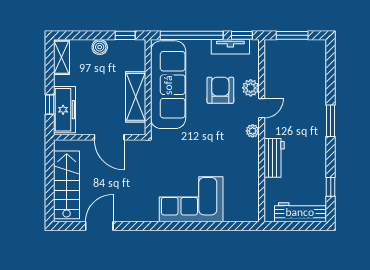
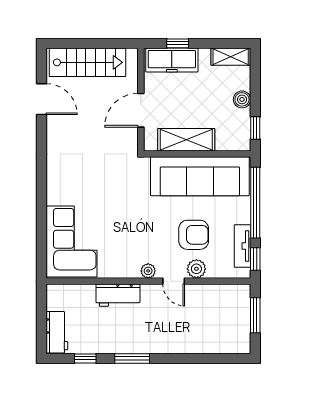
window: (331, 121) -> (132, 358), moved
corner sofa: (191, 199) -> (72, 242), moved
workbench: (300, 212) -> (57, 332), width x0.73

